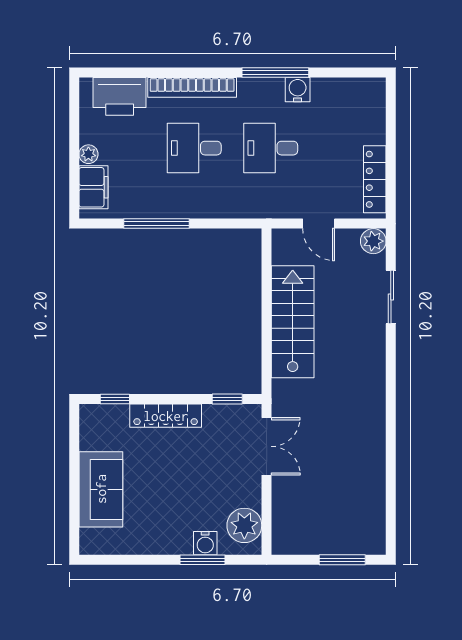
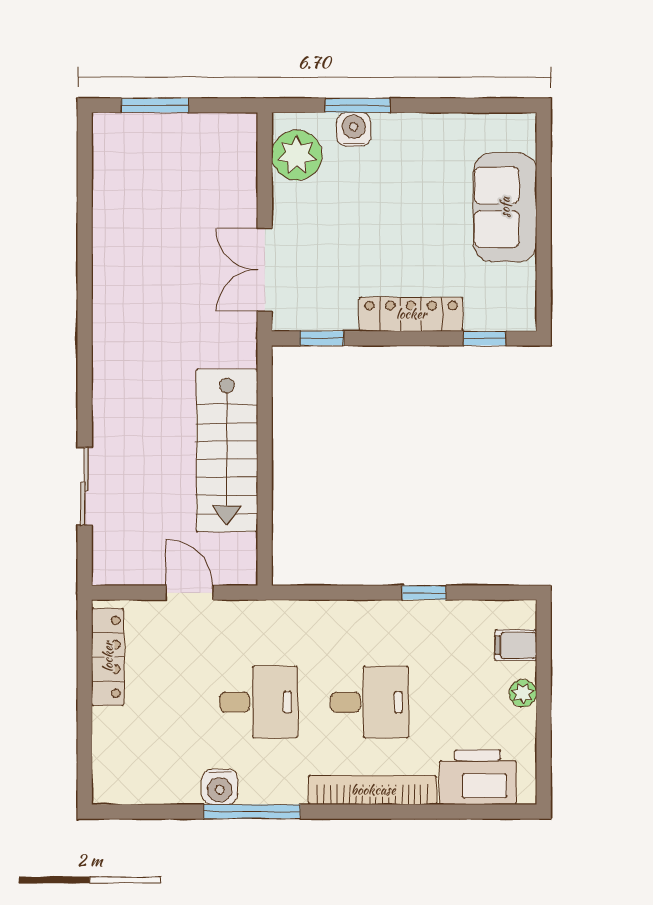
filing cabinet: (93, 187) -> (516, 645), width x0.50
window: (157, 224) -> (424, 593), width x0.46
plant: (373, 241) -> (110, 567), removed

